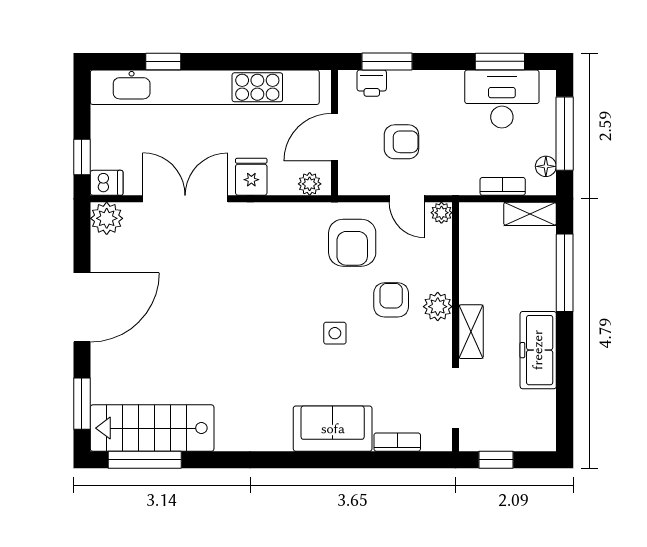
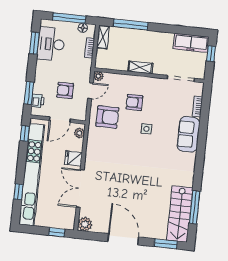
window: (295, 61) -> (25, 134), added
door: (335, 137) -> (60, 120), hinge flipped
armchair: (401, 142) -> (65, 90), turned -90
dishwasher: (107, 183) -> (69, 223), removed
plant: (438, 307) -> (140, 82), removed
shelving: (471, 332) -> (140, 67), moved
freezer: (538, 350) -> (191, 43), moved
window: (145, 460) -> (195, 207), moved
window: (496, 460) -> (211, 54), moved

